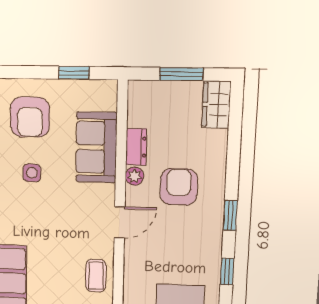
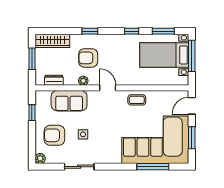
wardrobe: (216, 105) -> (52, 41), width x1.50
armchair: (30, 117) -> (54, 135), turned 180
dresser: (136, 147) -> (54, 80), moved
window: (230, 215) -> (90, 31), moved

